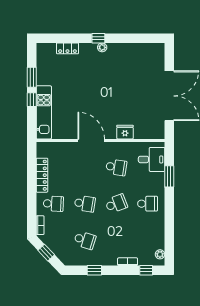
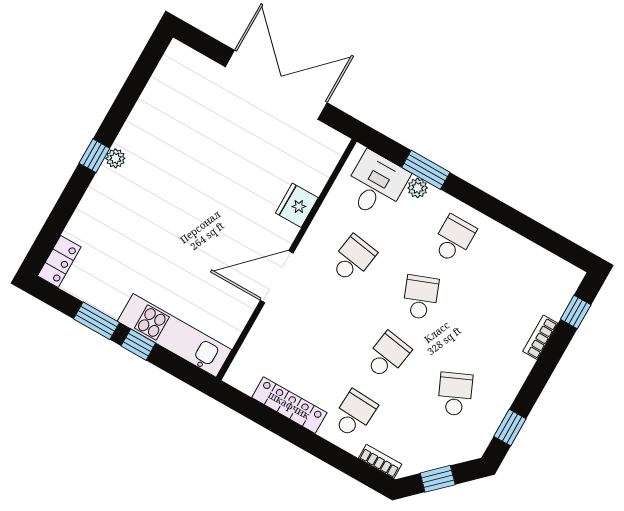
locker: (67, 48) -> (59, 261), moved
school desk: (85, 240) -> (455, 394), turned -42
plant: (160, 254) -> (418, 188), moved
window: (94, 270) -> (510, 428), moved

